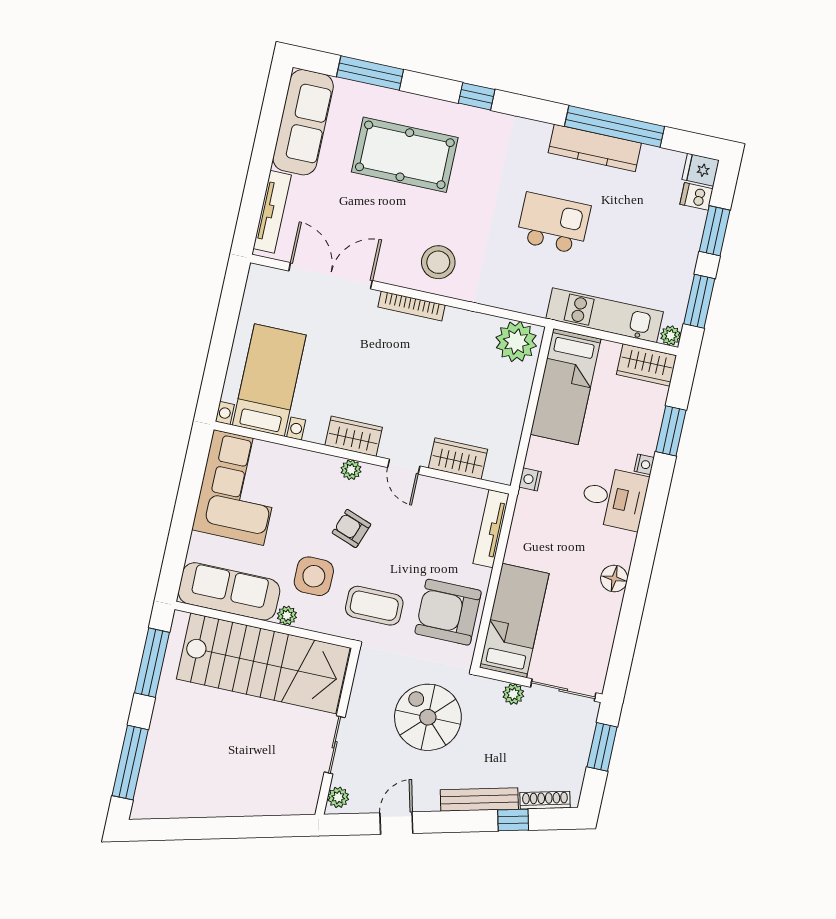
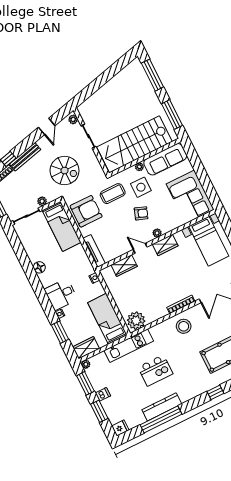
dishwasher: (696, 196) -> (103, 394), moved
kitchen unit: (605, 315) -> (129, 346), moved

